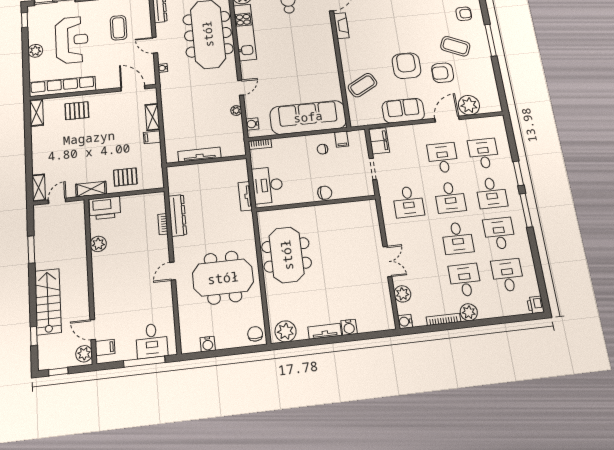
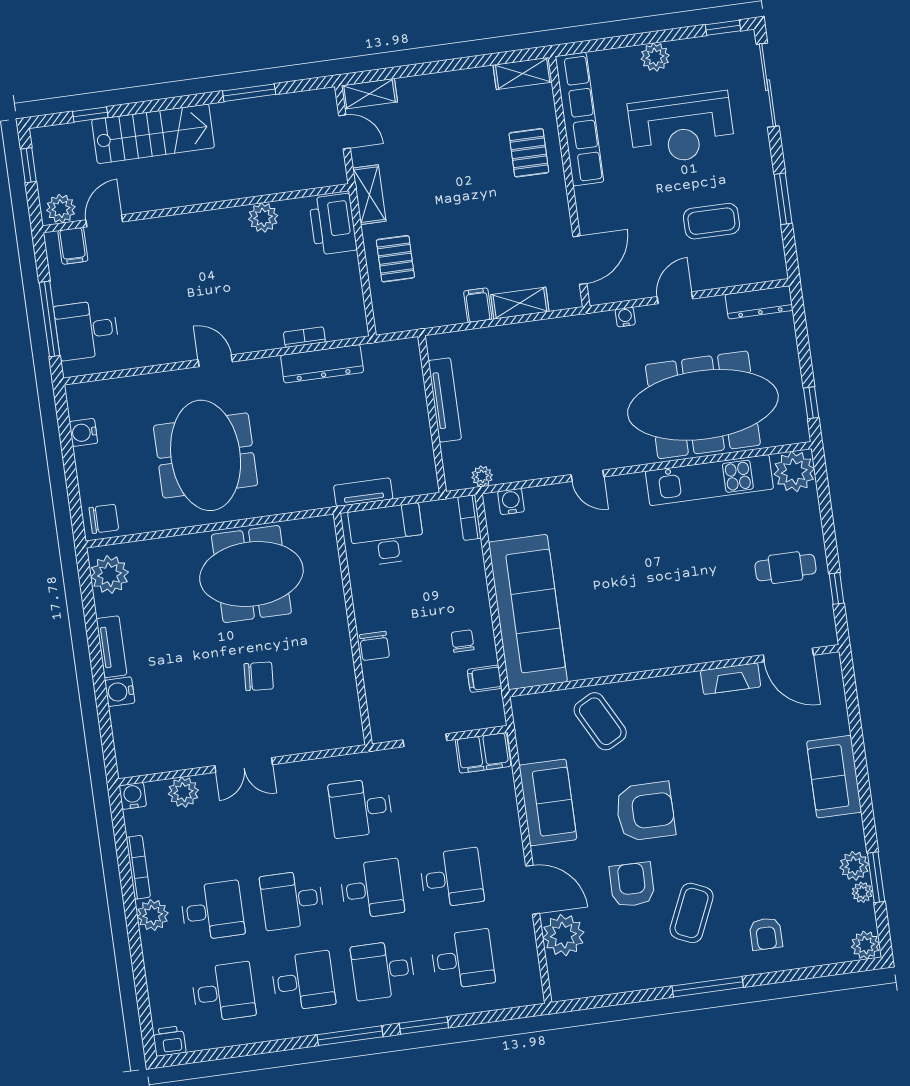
plant: (236, 111) -> (482, 476), moved
desk: (450, 197) -> (372, 889), turned 180
chair: (341, 252) -> (259, 676), added

